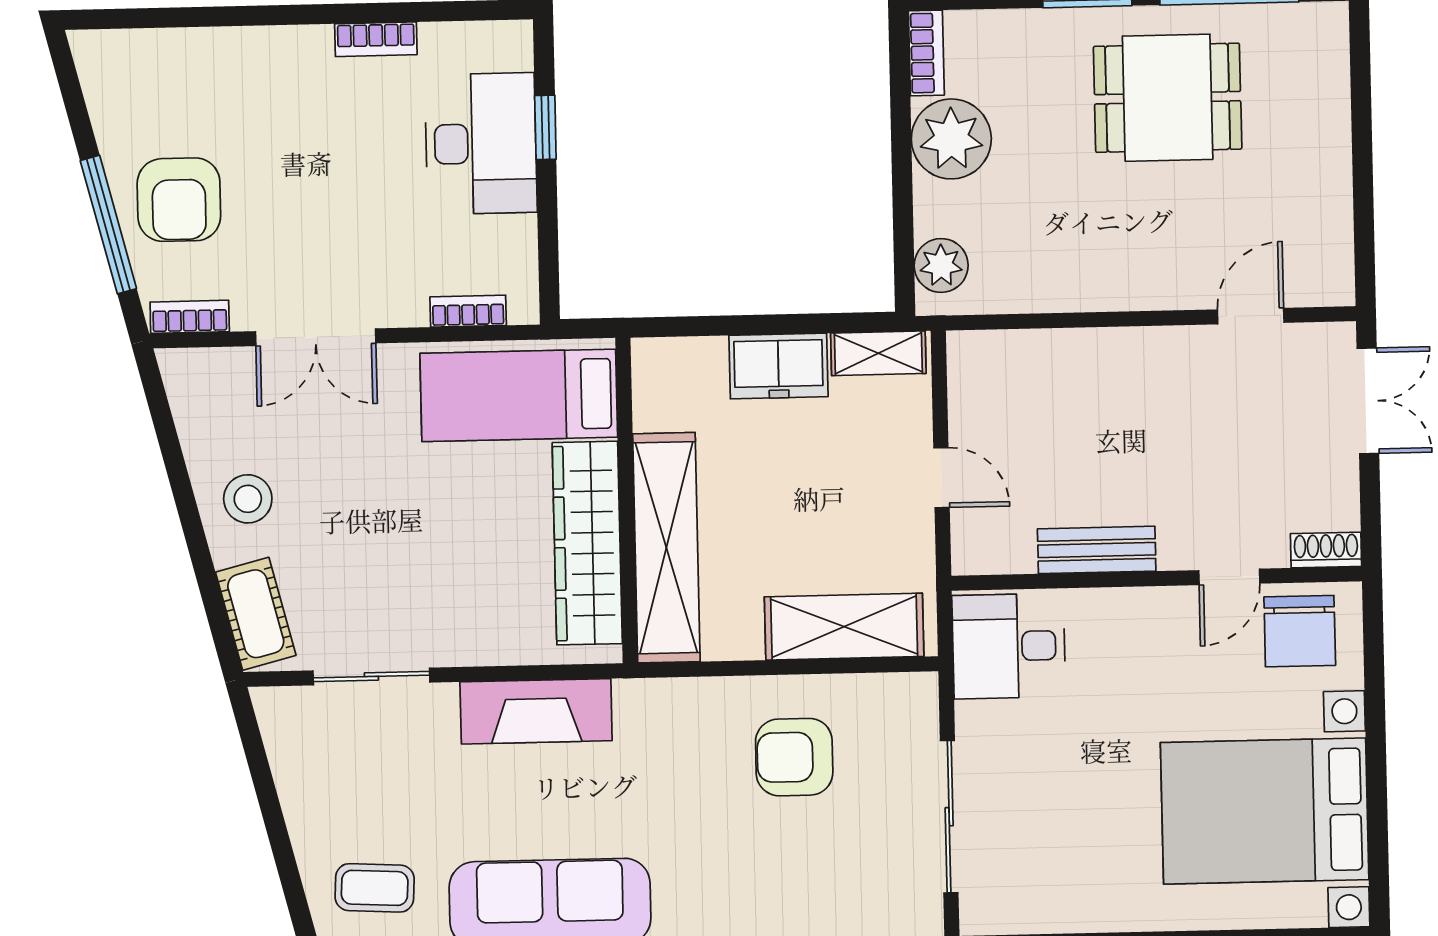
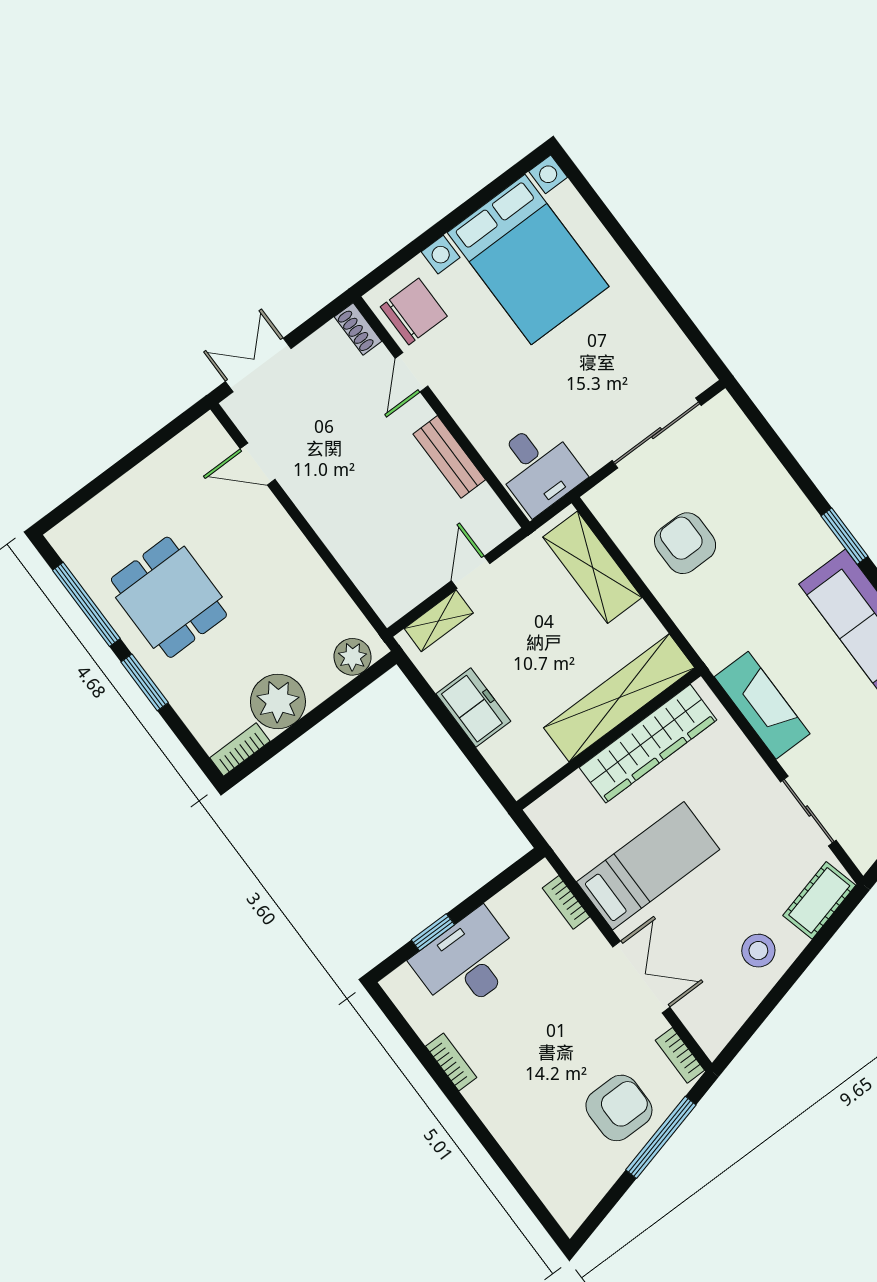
shelving: (878, 353) -> (439, 621), moved, turned 90
bed: (519, 395) -> (648, 866), moved, turned -90
door: (1229, 577) -> (412, 372), swing flipped
armchair: (794, 757) -> (685, 543), turned 180

